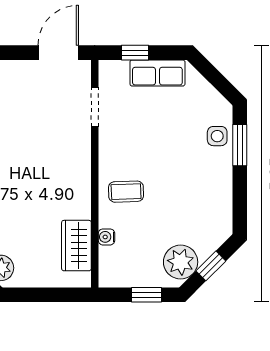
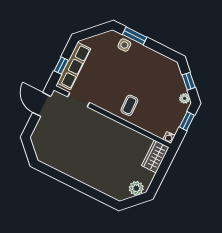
row of seats: (157, 73) -> (74, 66), width x1.48
water cooler: (106, 237) -> (169, 138), moved
wardrobe: (76, 246) -> (155, 156), moved, turned 90
plant: (181, 262) -> (185, 98), width x0.53, depth x0.53

